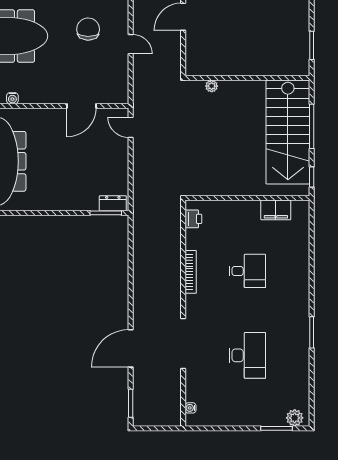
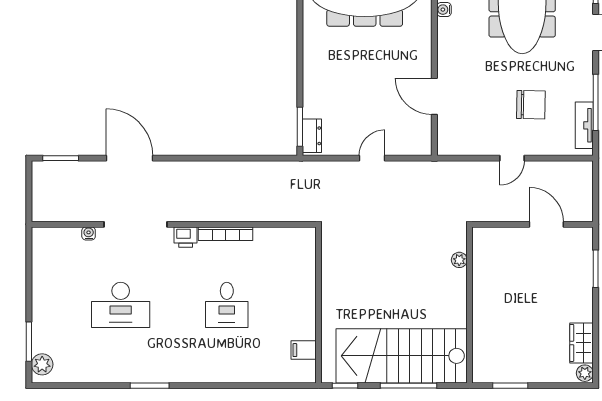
door: (131, 127) -> (372, 158), moved
filing cabinet: (276, 210) -> (304, 350), width x0.50
printer: (193, 219) -> (186, 237), moved
water cooler: (190, 408) -> (89, 233), moved

